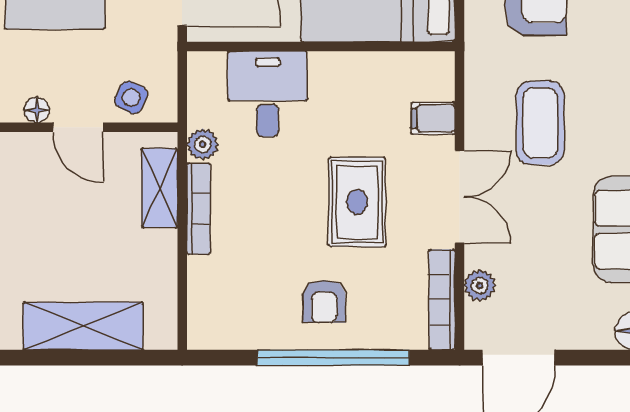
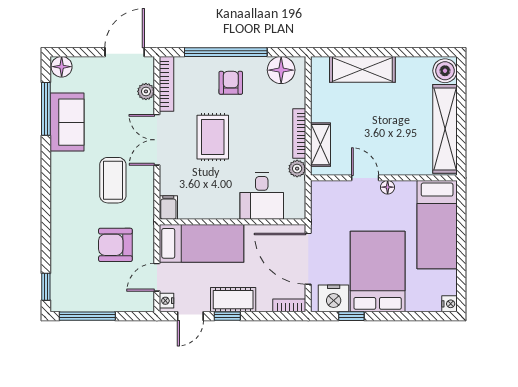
side table: (131, 97) -> (336, 194), removed
filing cabinet: (433, 118) -> (168, 207), moved, turned -90
floor lamp: (232, 325) -> (281, 70), added

